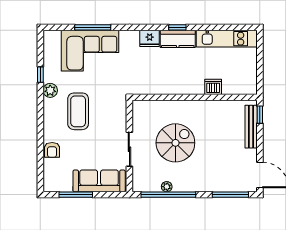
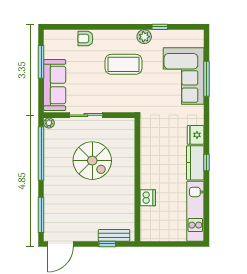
window: (260, 115) -> (107, 244), moved
bench: (251, 127) -> (114, 235), width x0.73
plant: (167, 187) -> (49, 123), moved

